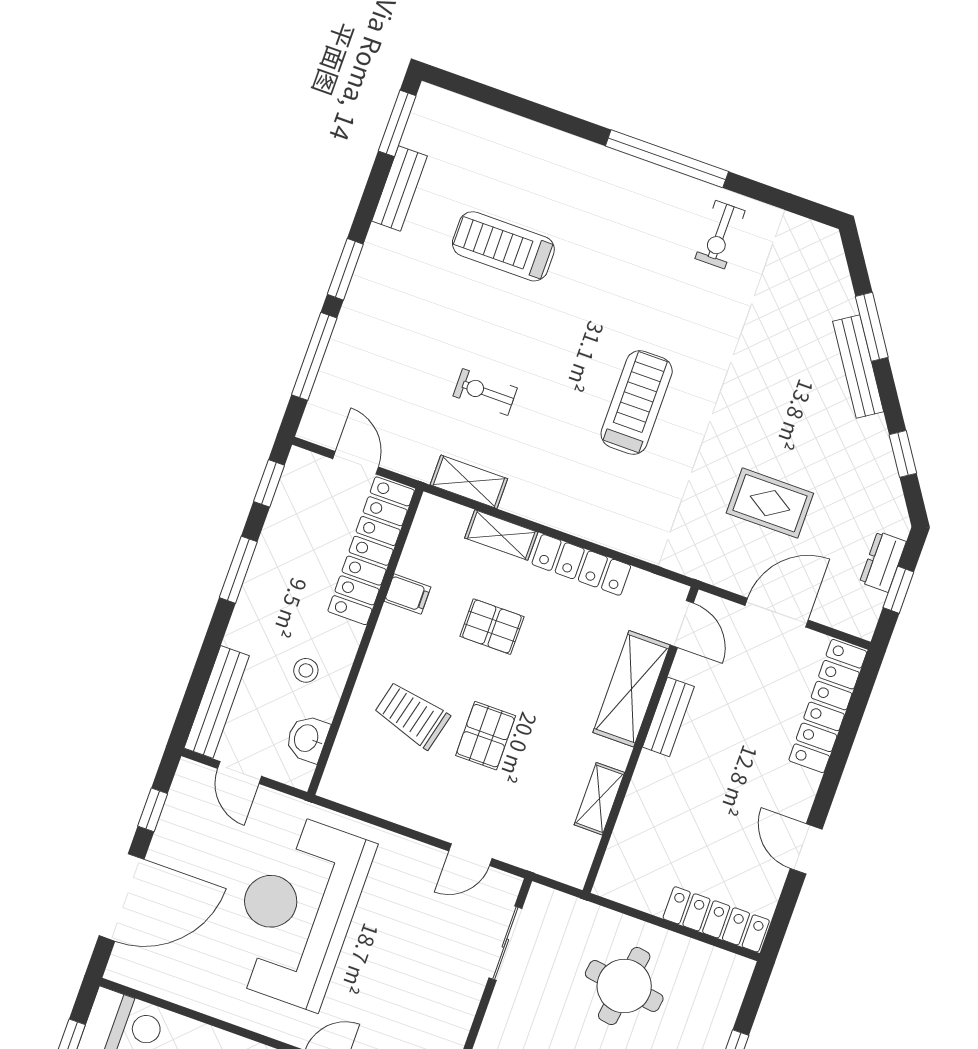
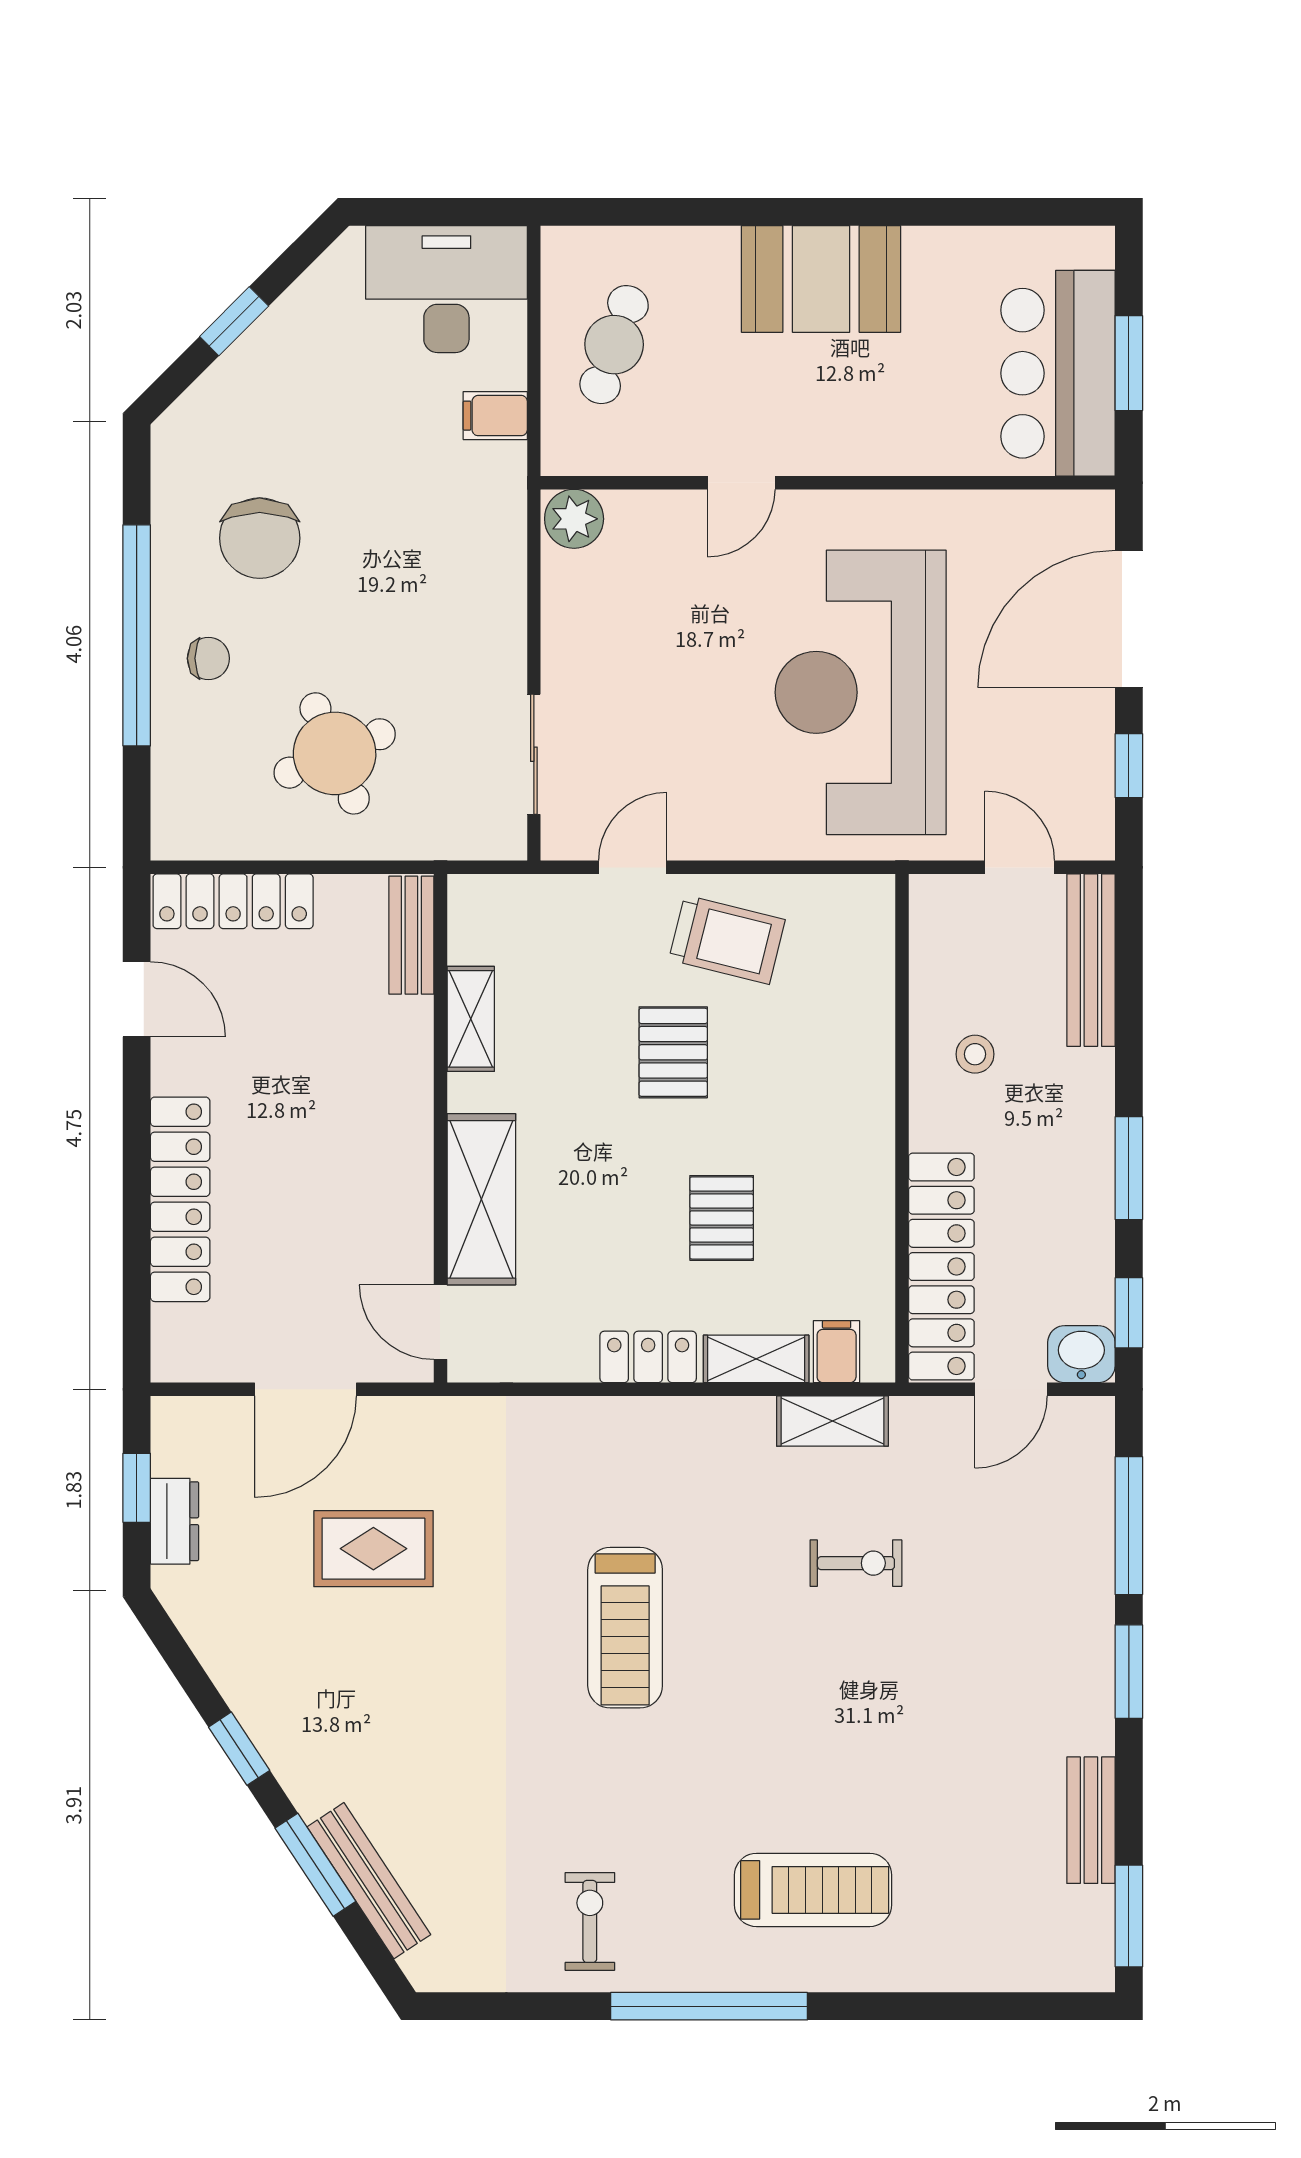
treadmill: (503, 246) -> (813, 1890), moved
bench: (858, 367) -> (369, 1881), moved
window: (903, 454) -> (239, 1749), moved
door: (356, 463) -> (1011, 1389), hinge flipped
locker: (581, 565) -> (648, 1357), width x0.66
filing cabinet: (407, 594) -> (837, 1352), moved, turned 90
pallet: (492, 627) -> (722, 1218), turned 90
locker: (828, 706) -> (180, 1199), moved
trolley: (412, 715) -> (727, 940), moved
bench: (668, 717) -> (411, 935), moved
washbasin: (307, 738) -> (1081, 1354), moved, turned -90
door: (806, 849) -> (137, 999), moved
reception desk: (297, 911) -> (861, 692), turned 180
round table: (624, 986) -> (335, 753), turned -31

